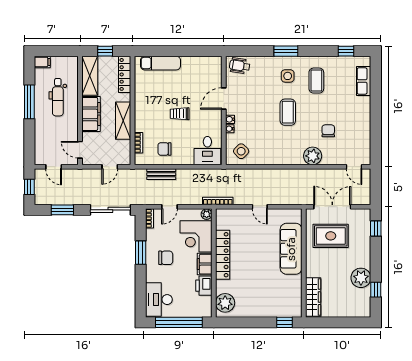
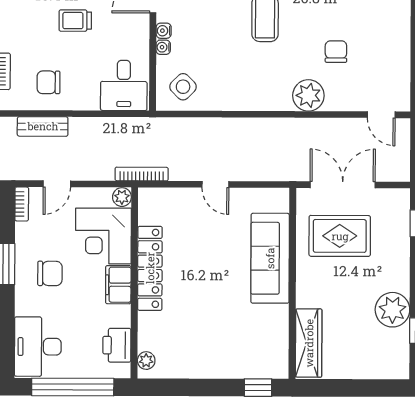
printer: (204, 286) -> (117, 345), moved
plant: (225, 303) -> (146, 361), width x0.53, depth x0.53

